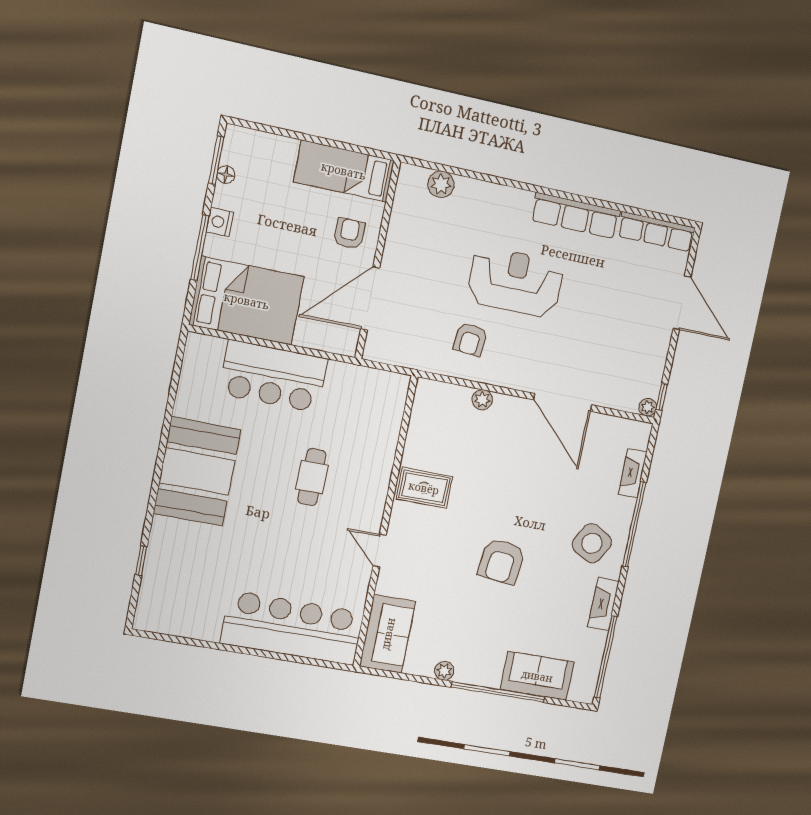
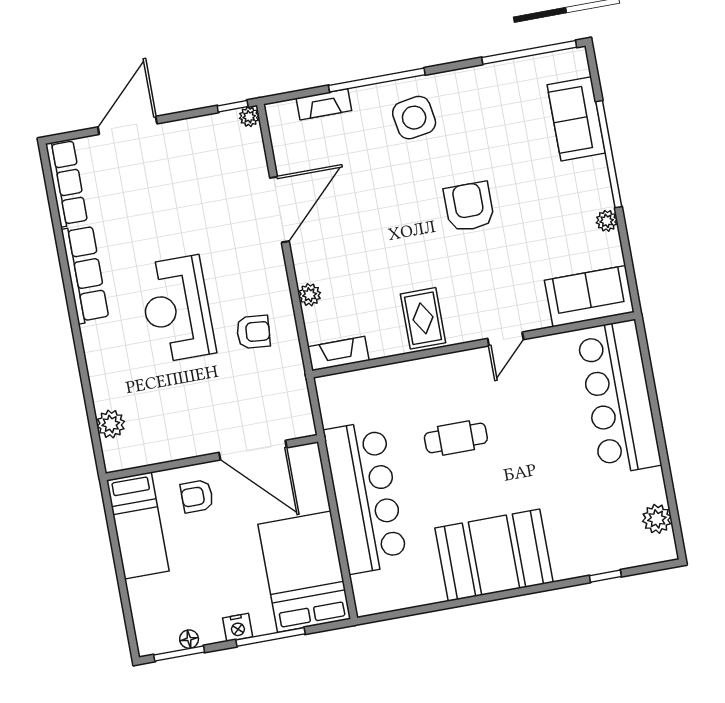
bar counter: (273, 376) -> (365, 497), width x1.36
side table: (592, 543) -> (414, 118), turned -38
armchair: (501, 561) -> (469, 207), turned -96
fireplace: (603, 604) -> (338, 354), moved, turned 180
plant: (175, 623) -> (657, 519), added

